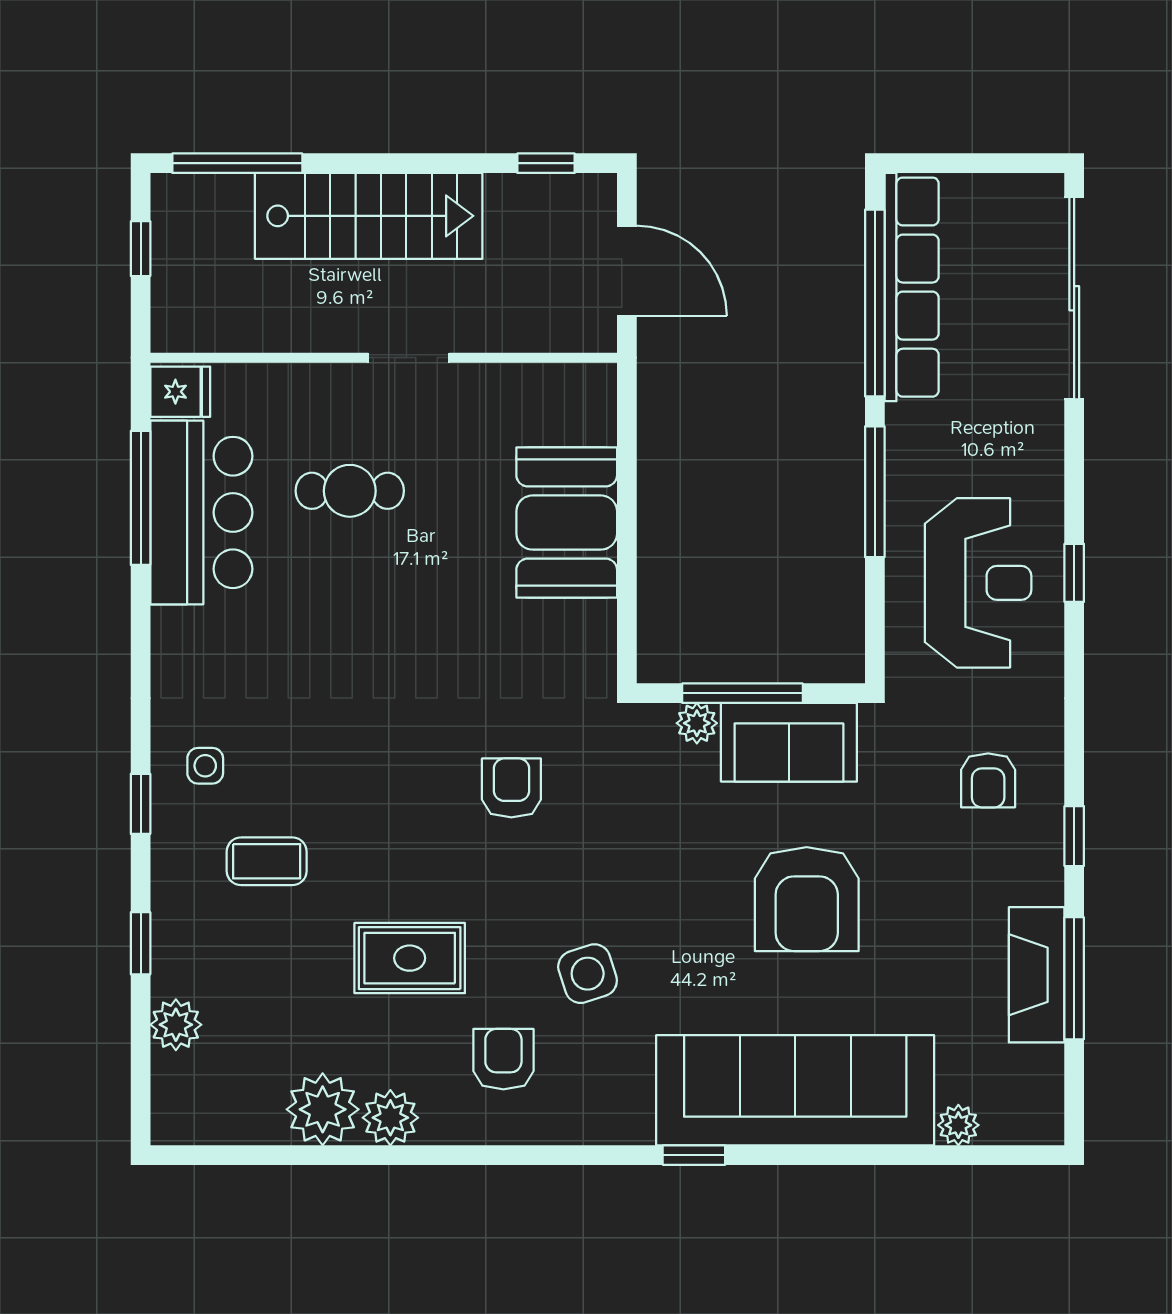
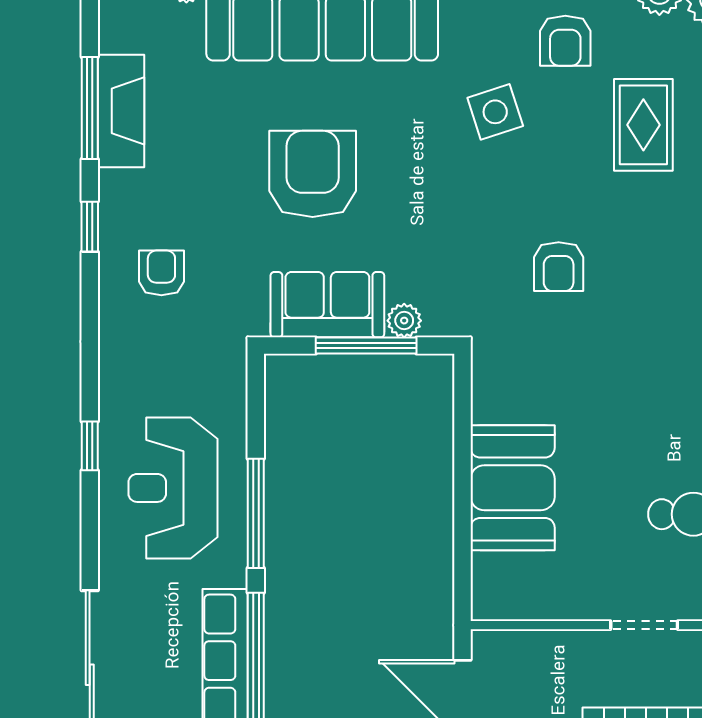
reception desk: (978, 583) -> (173, 488), moved
rug: (410, 958) -> (643, 125), turned 90

